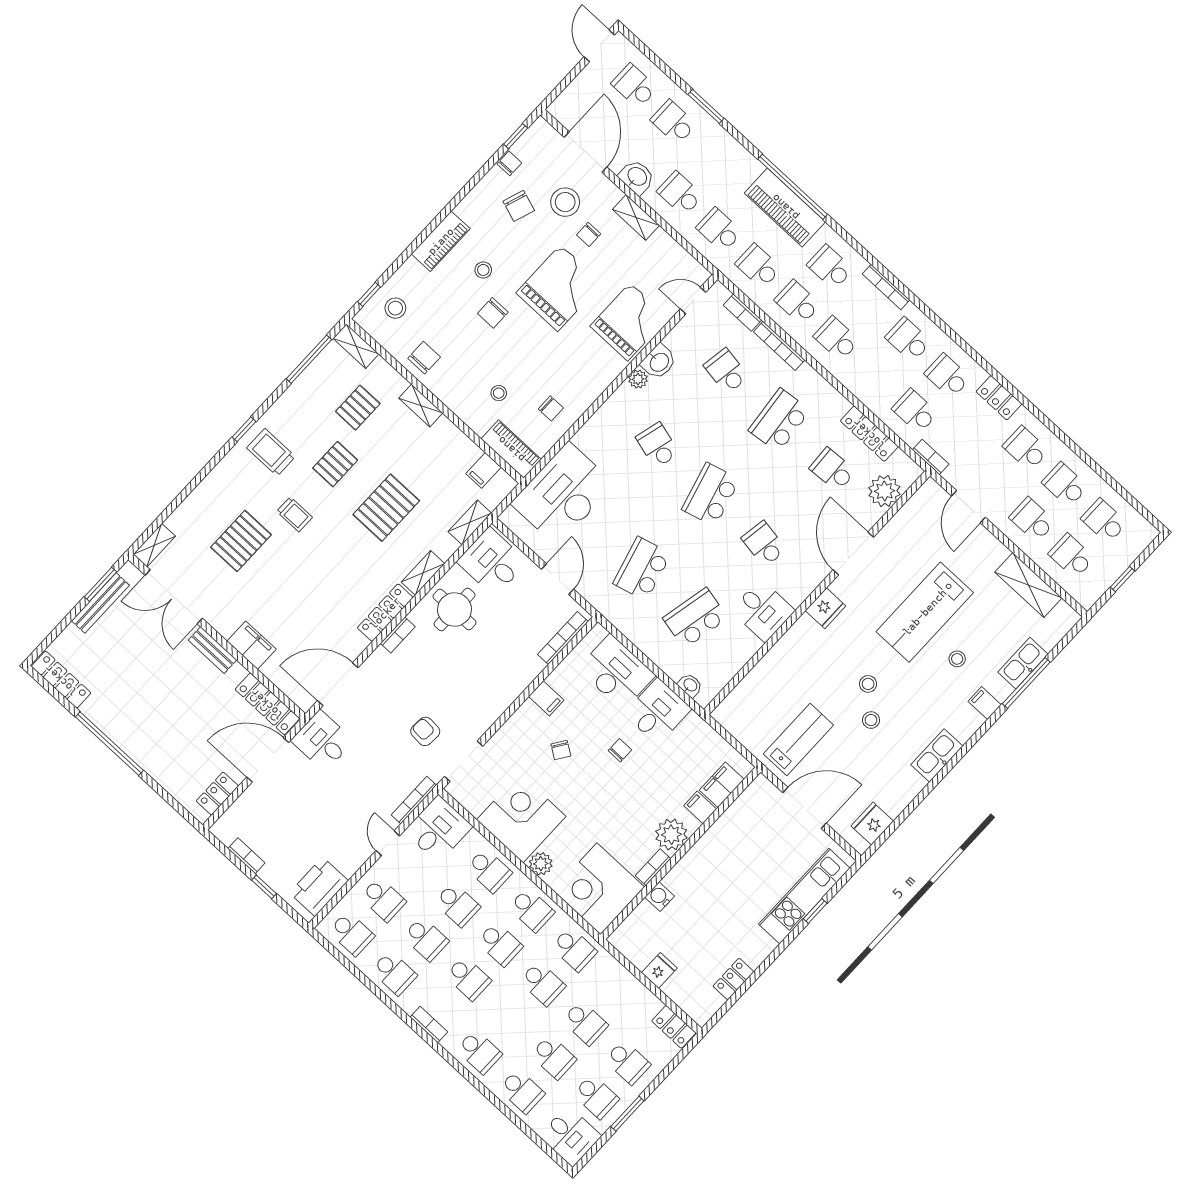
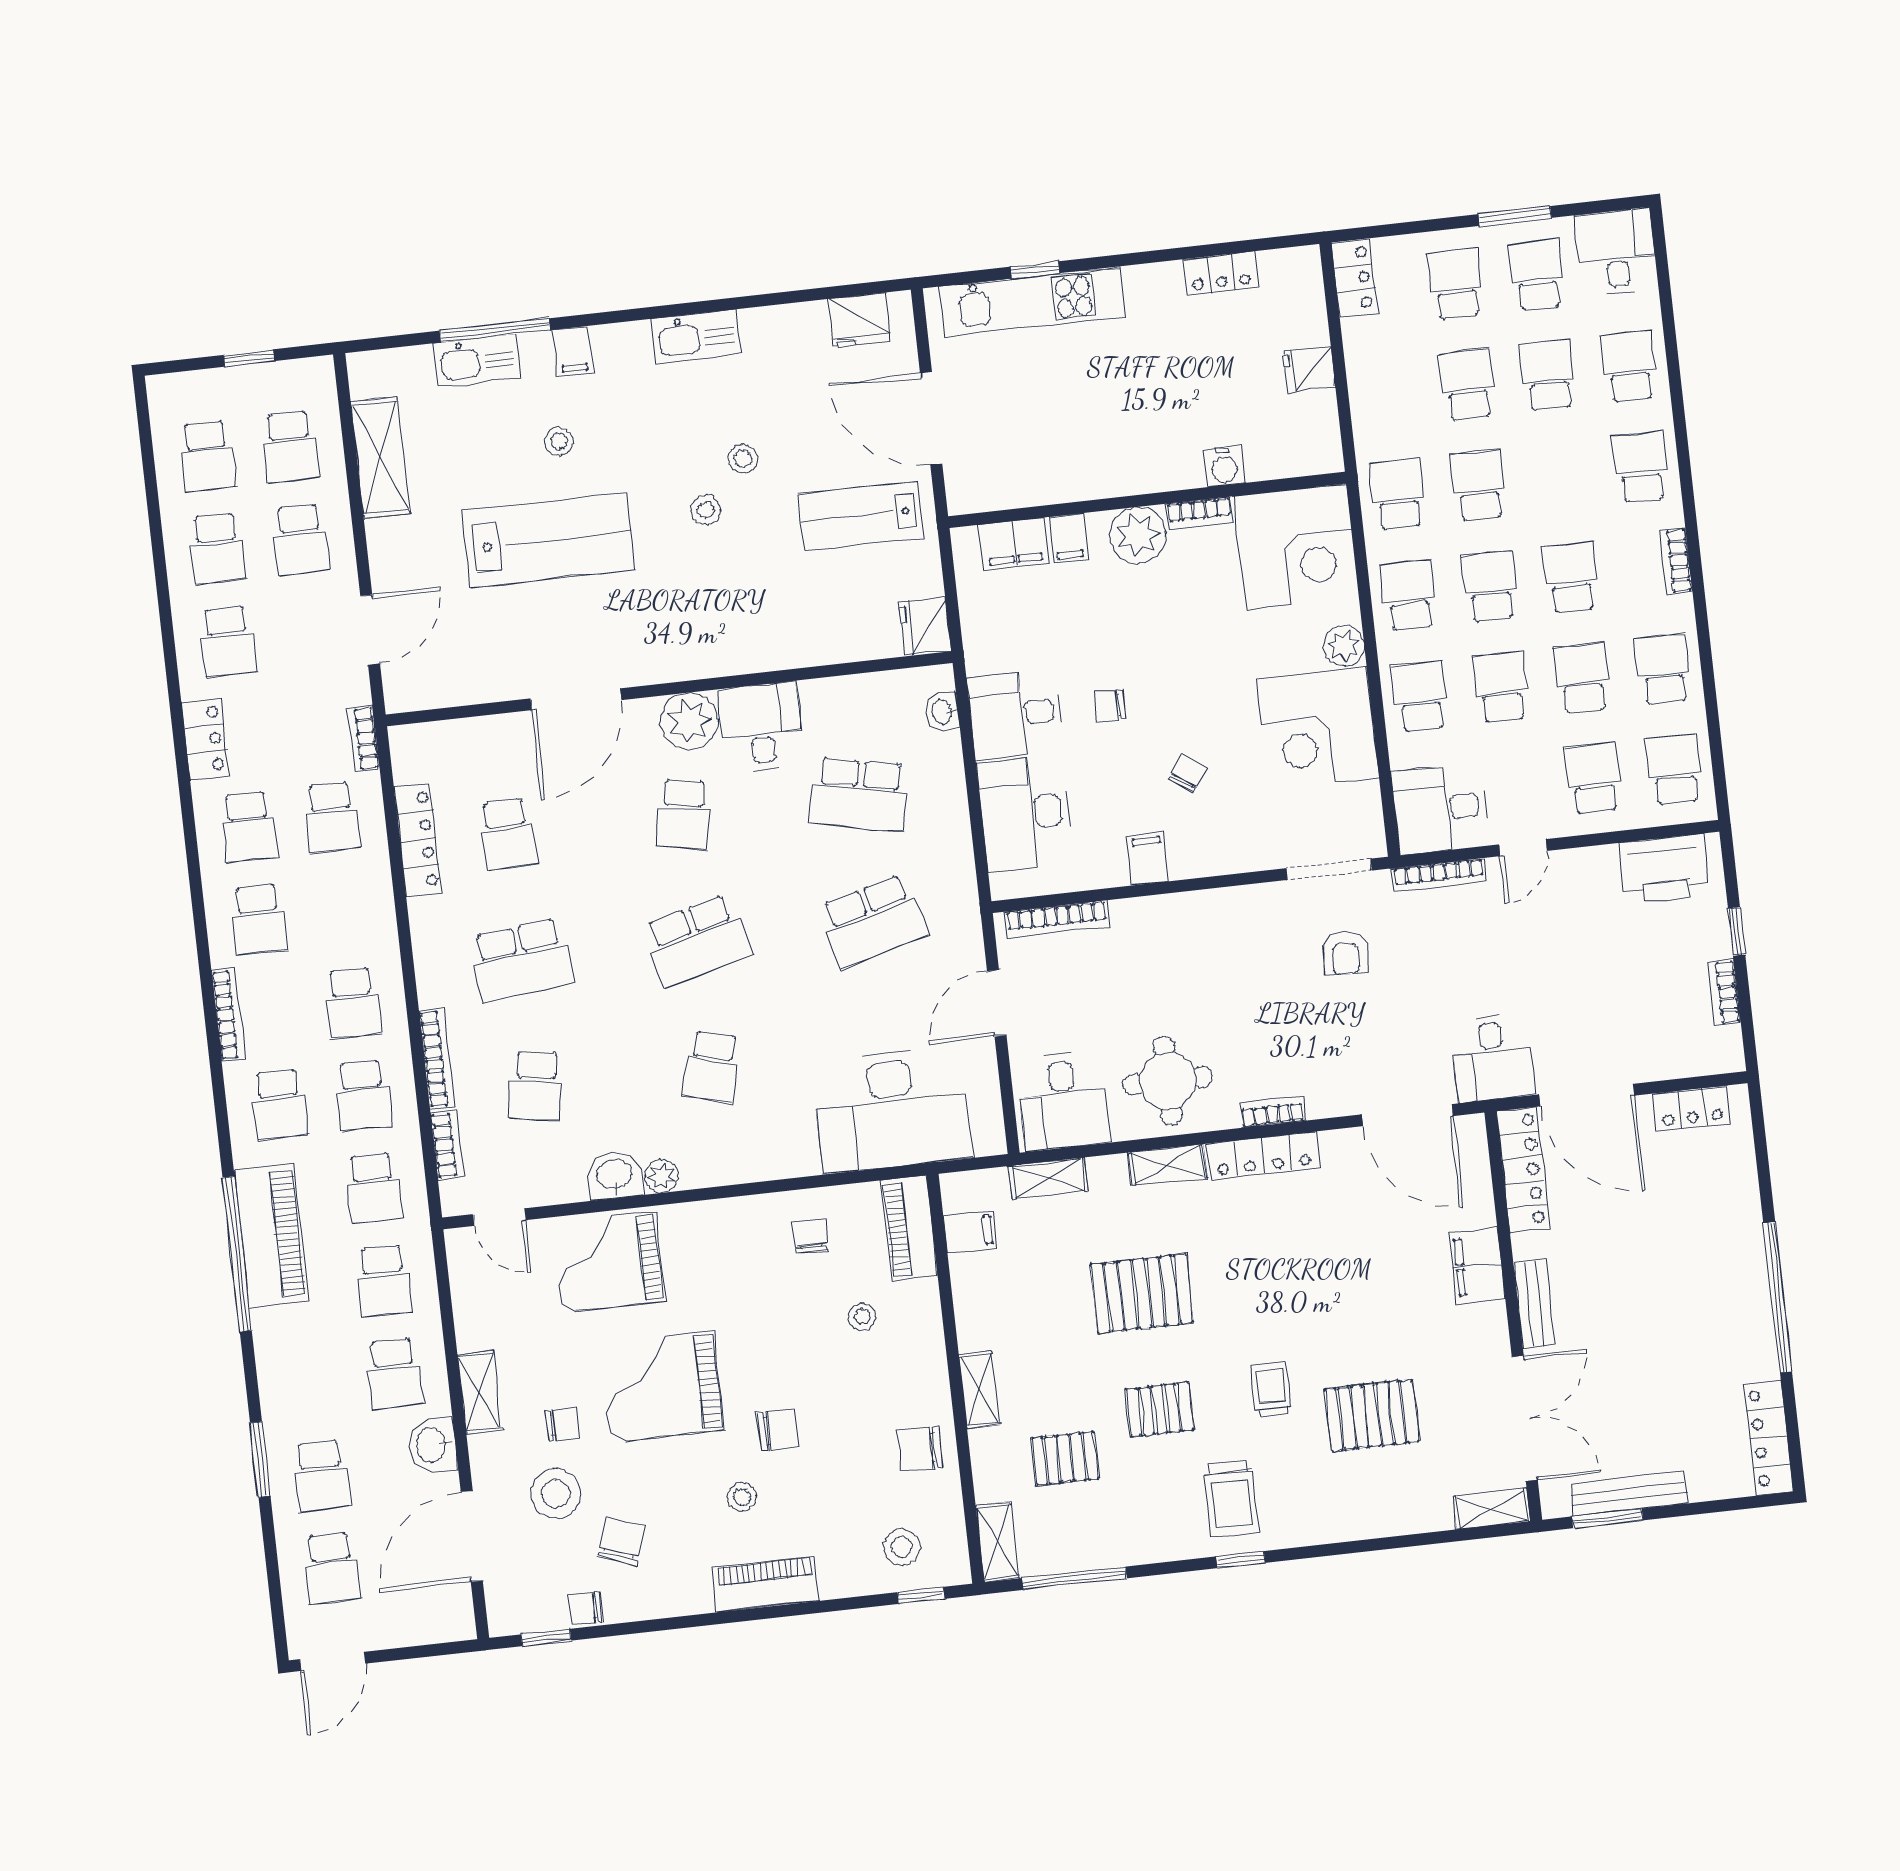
plant: (884, 491) -> (689, 721), moved
fridge: (826, 608) -> (925, 627), moved, turned -90

